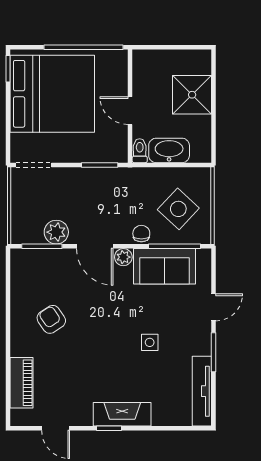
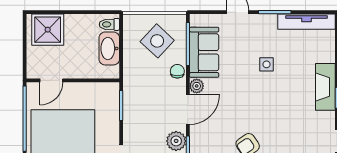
shower: (192, 95) -> (48, 30), moved
door: (130, 111) -> (51, 80), moved
toilet: (140, 151) -> (109, 24), moved
chair: (141, 234) -> (177, 71), turned 90

